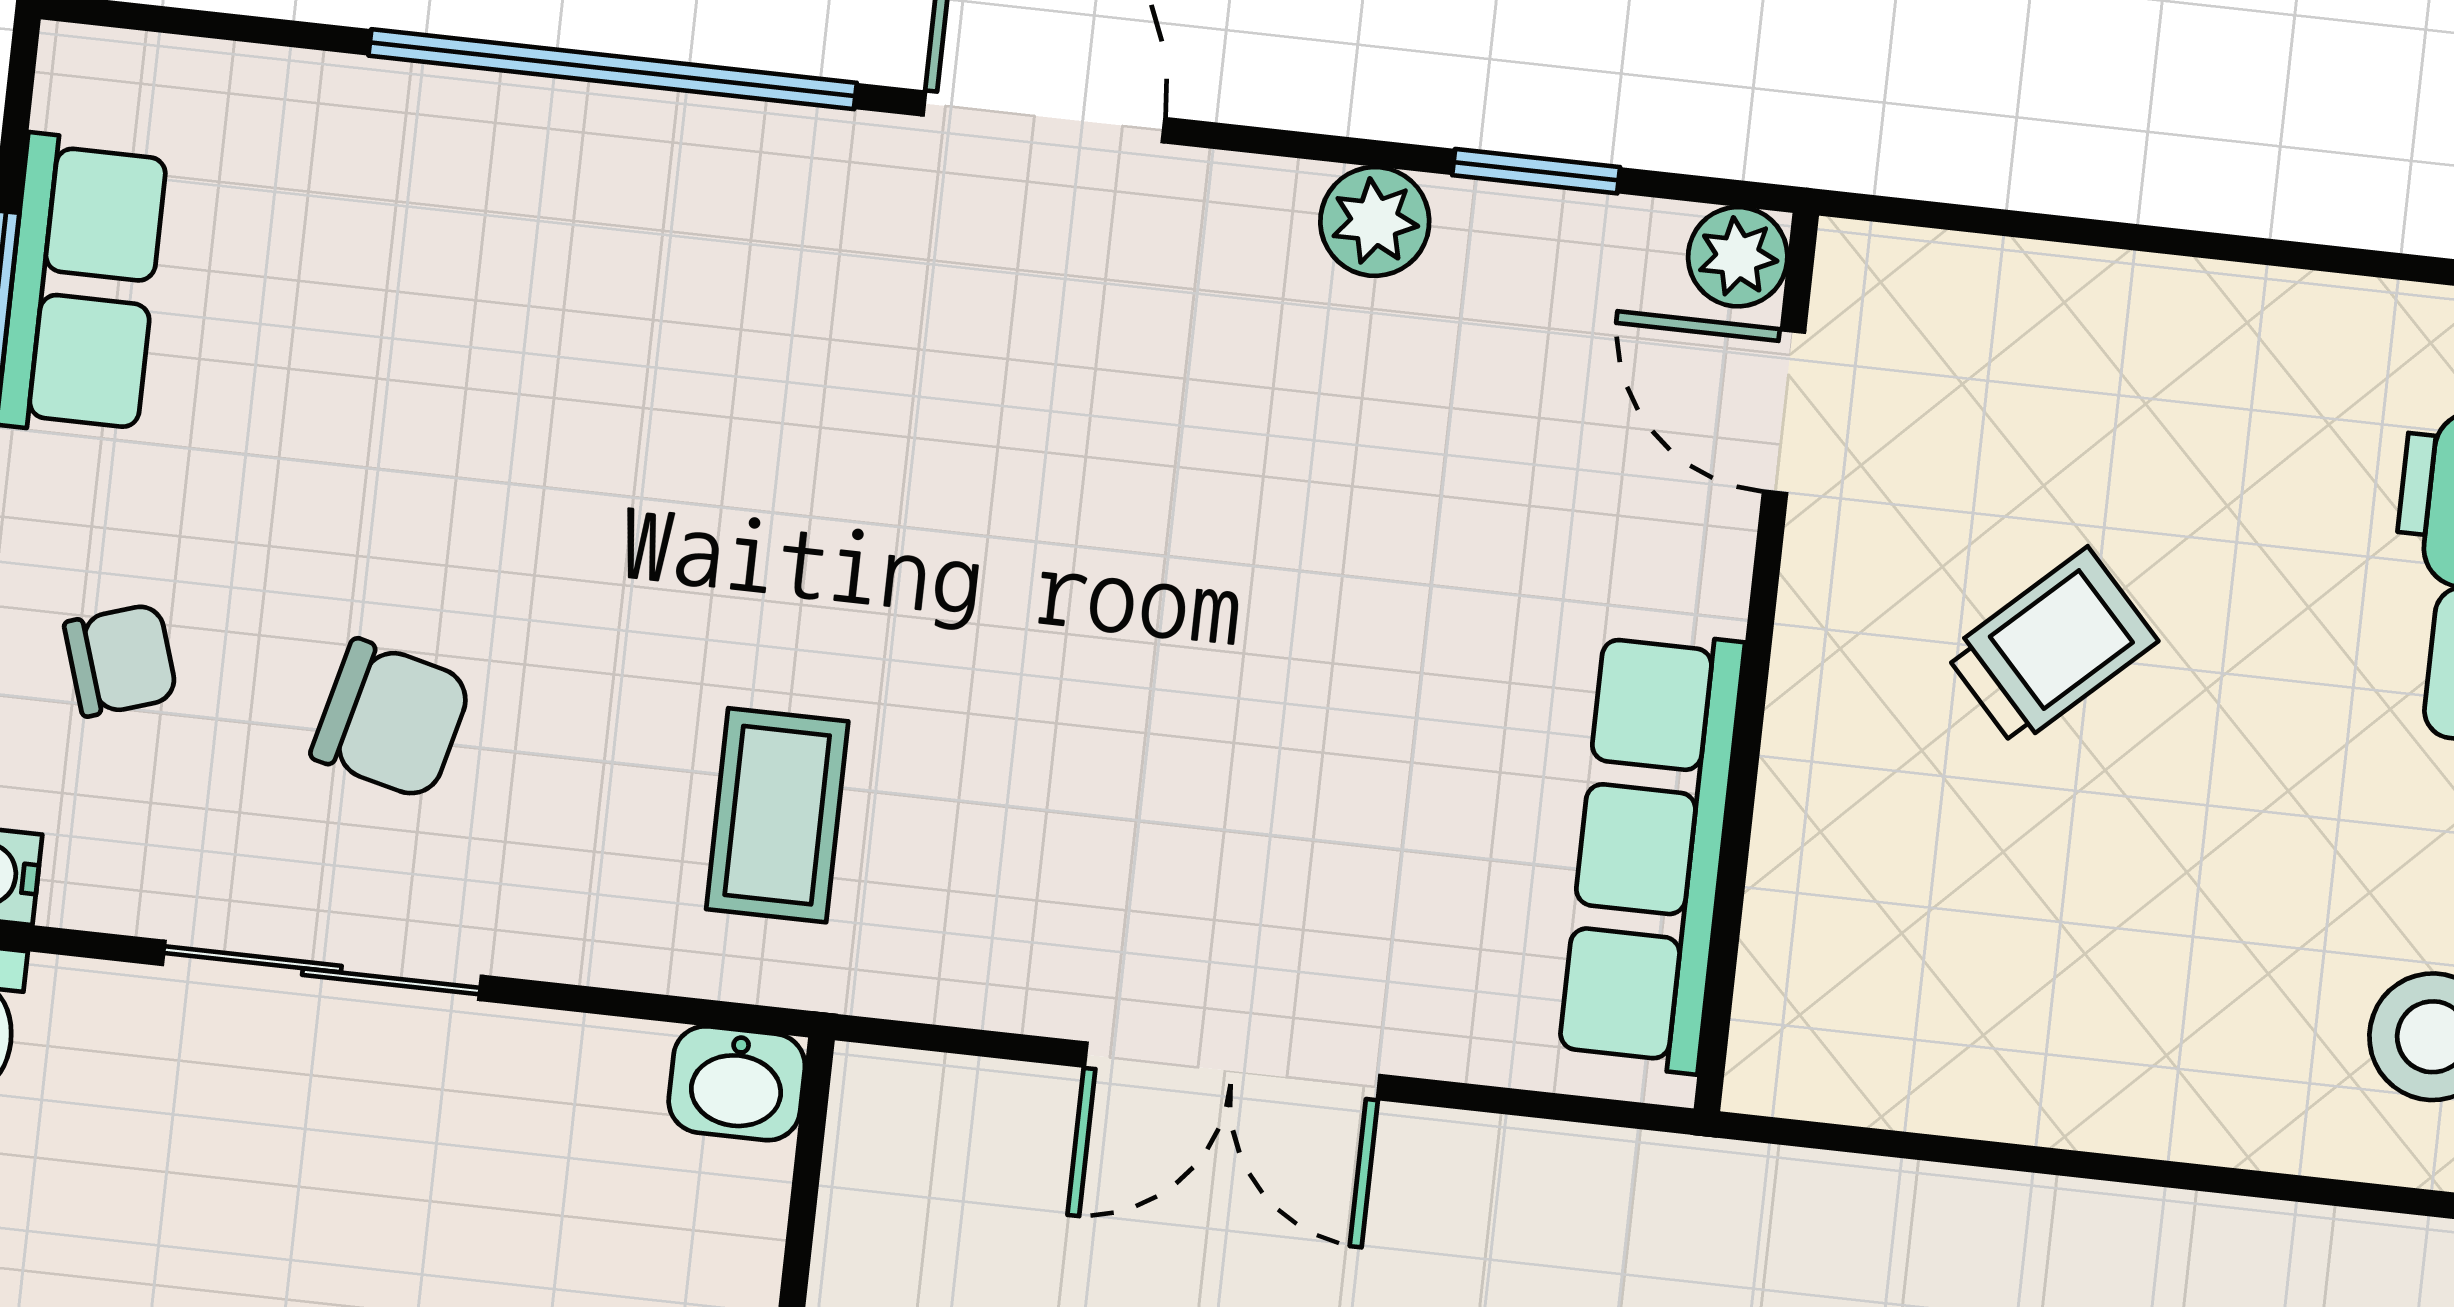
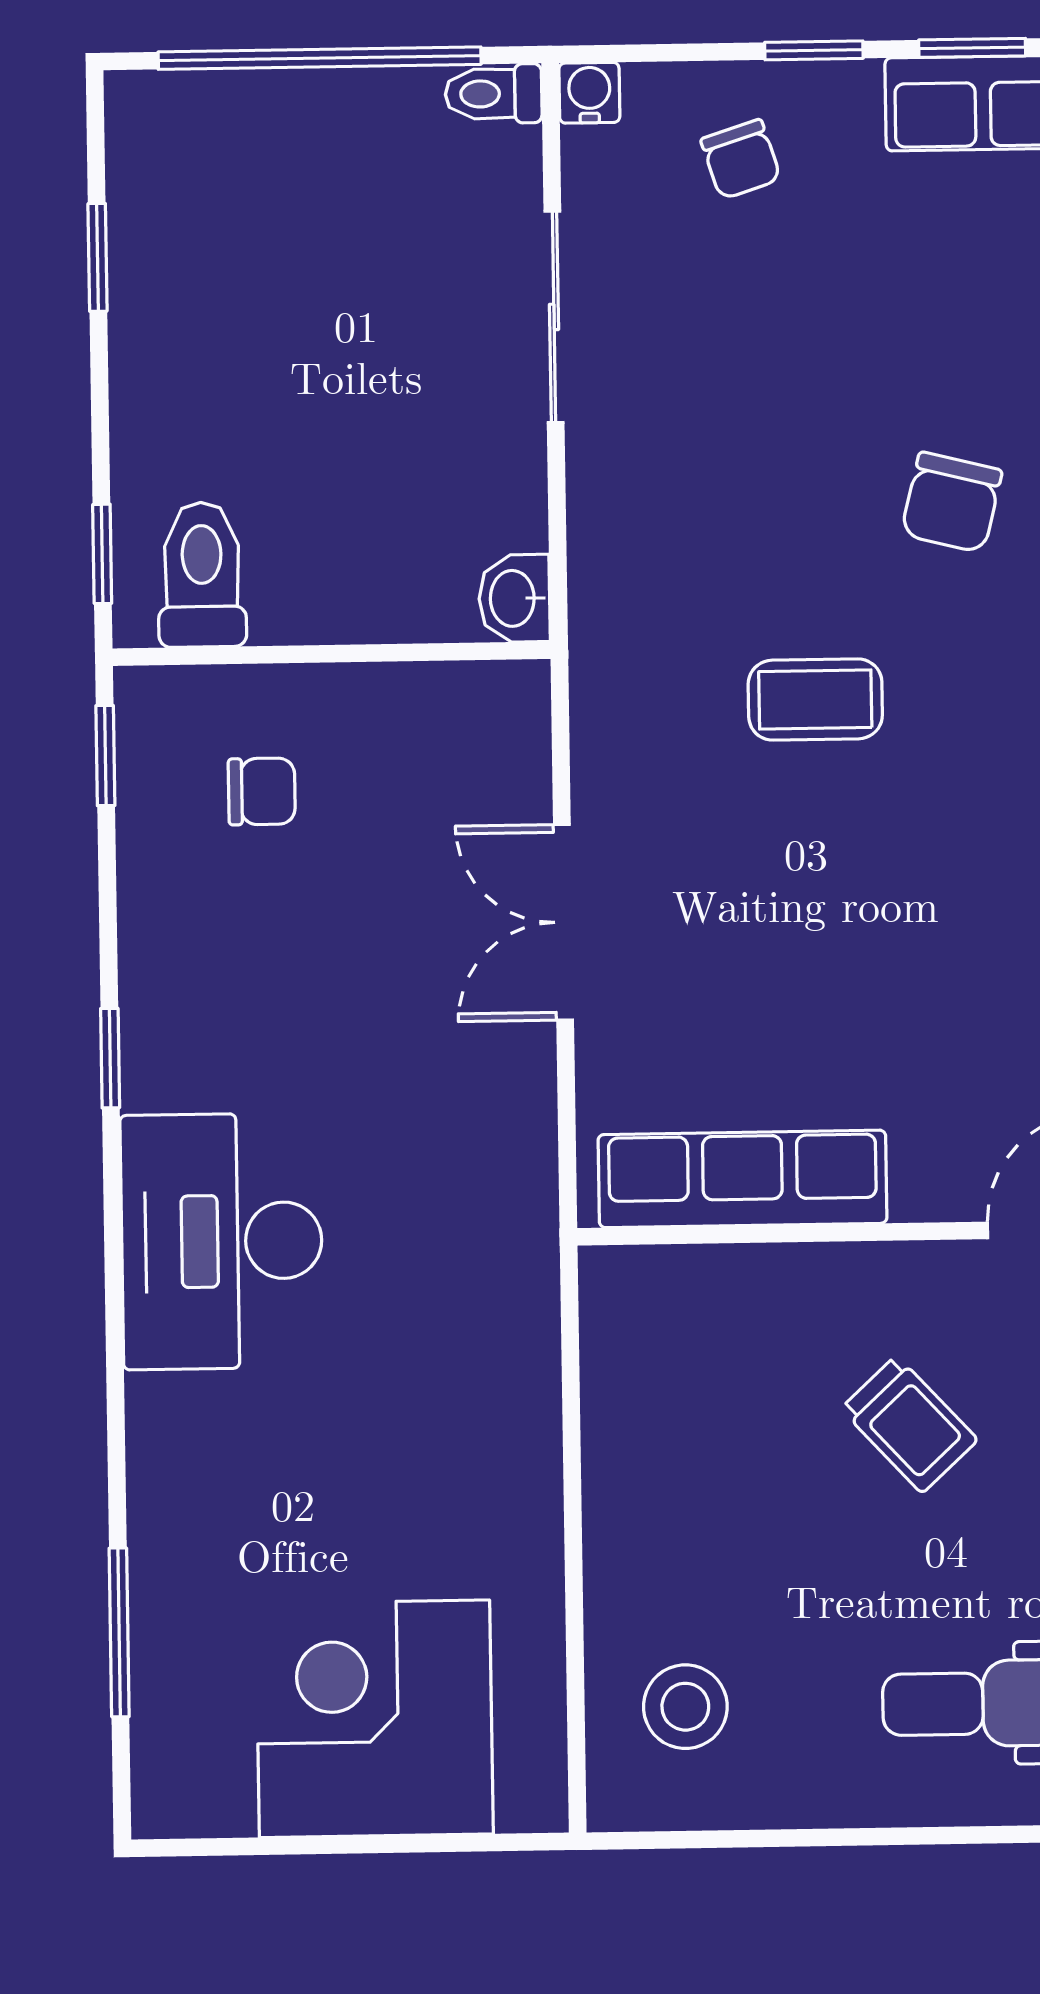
chair: (391, 719) -> (952, 502), moved
coffee table: (777, 815) -> (815, 700), moved

